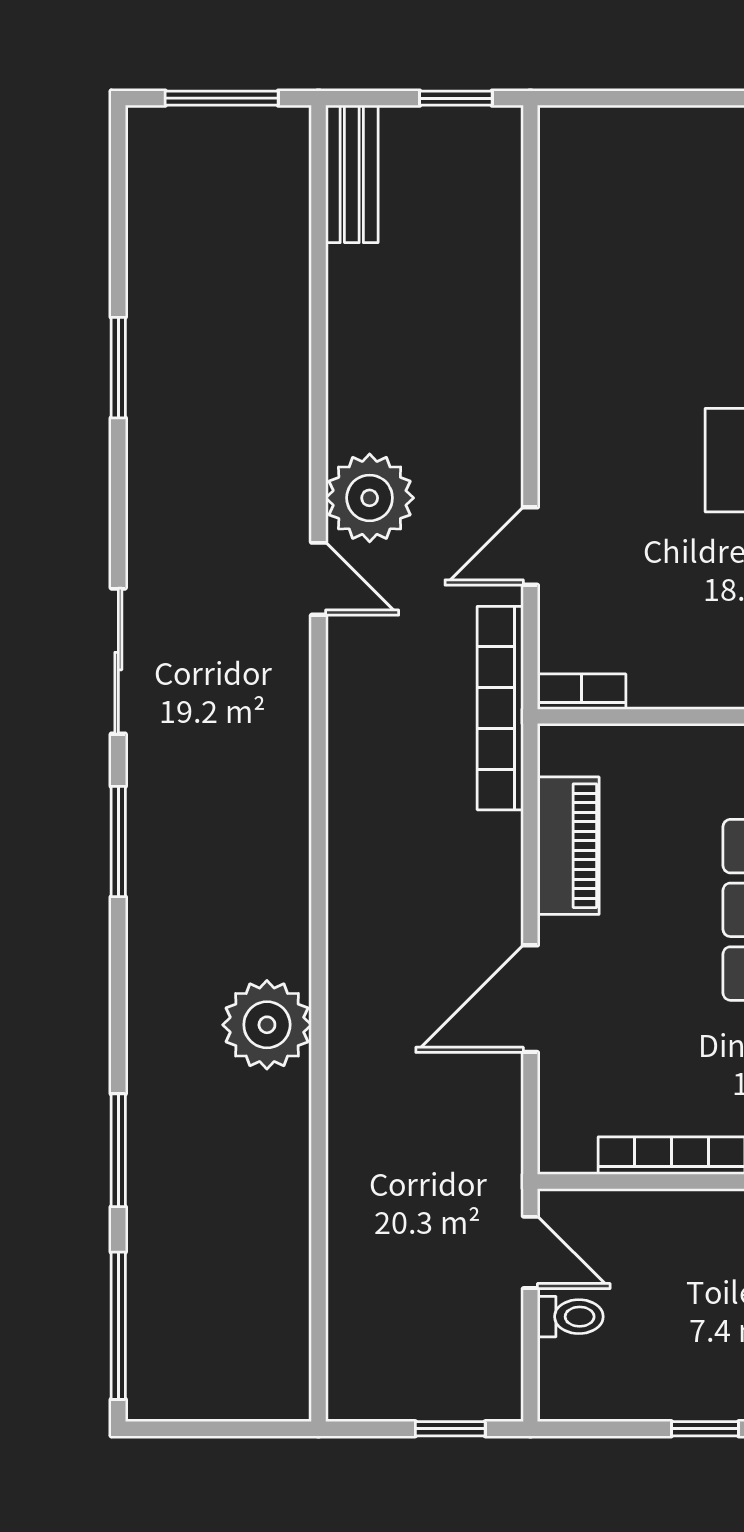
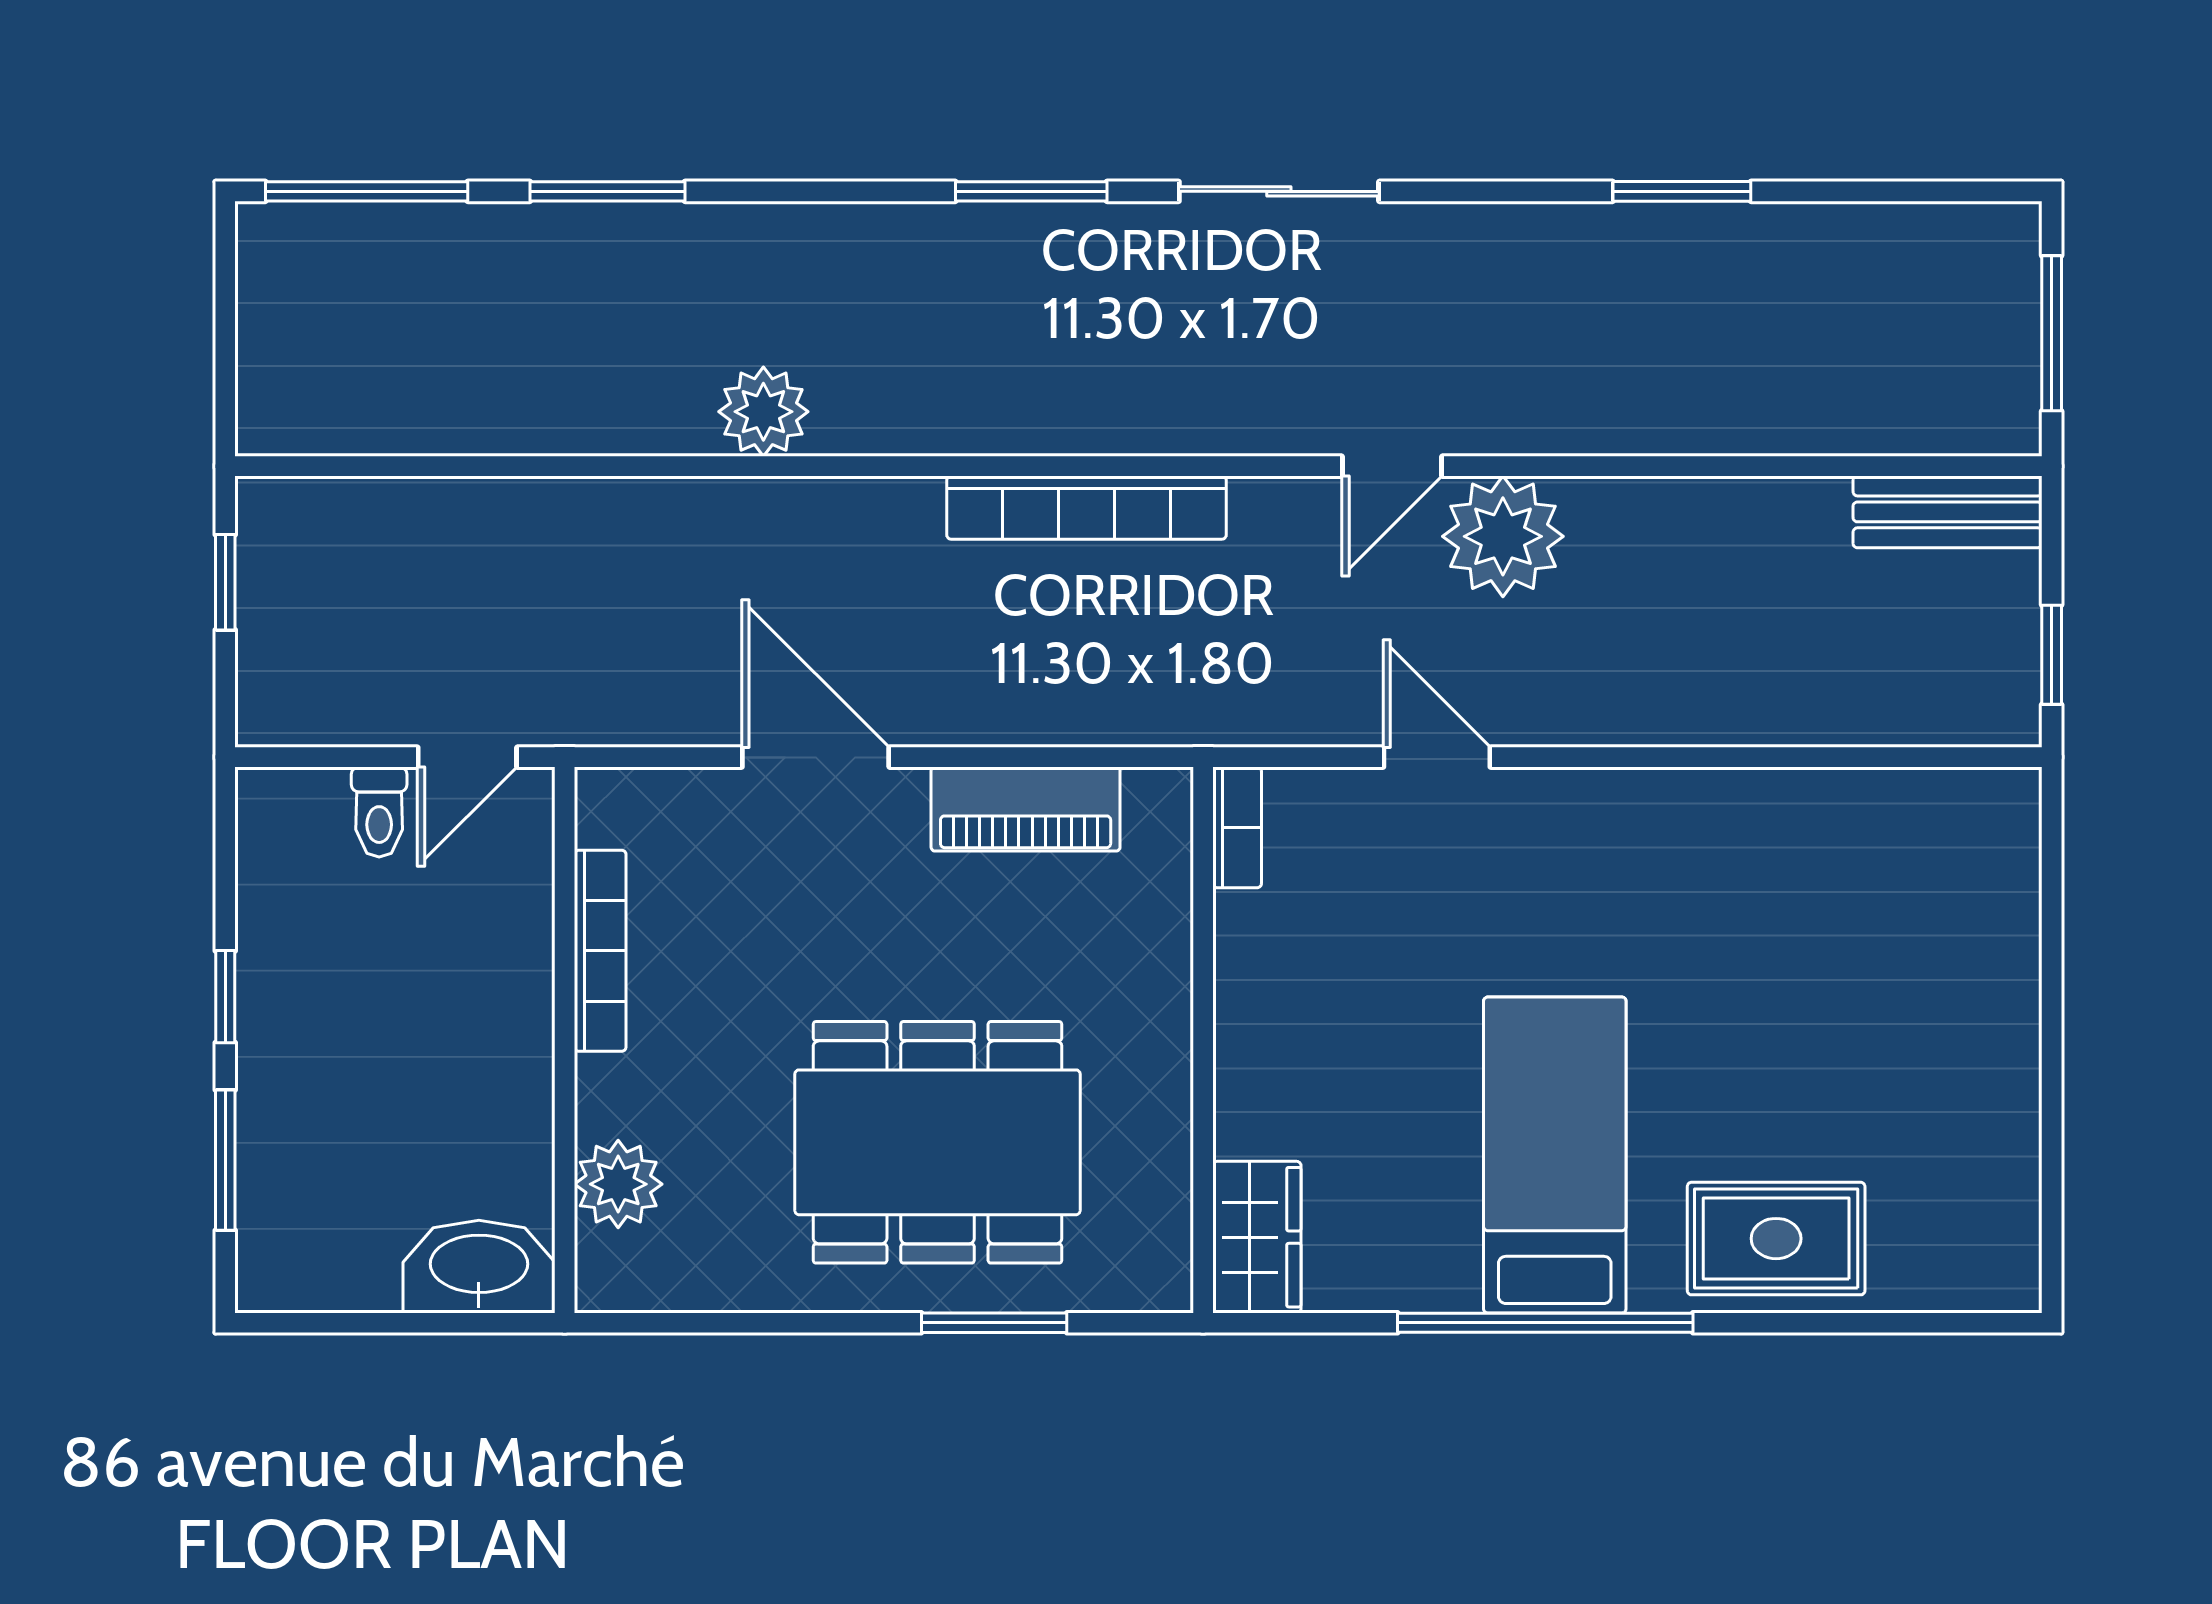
bookcase: (500, 708) -> (1086, 508), moved, turned 180
plant: (267, 1025) -> (763, 412), width x0.73, depth x0.73
window: (450, 1429) -> (225, 582), moved

